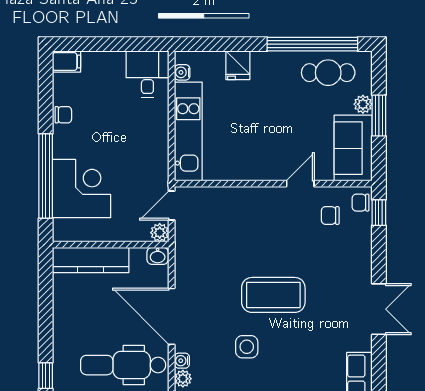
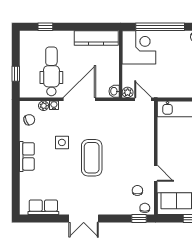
corner desk: (82, 189) -> (139, 47), moved, turned -90
kitchen counter: (91, 260) -> (96, 38), moved, turned -90

